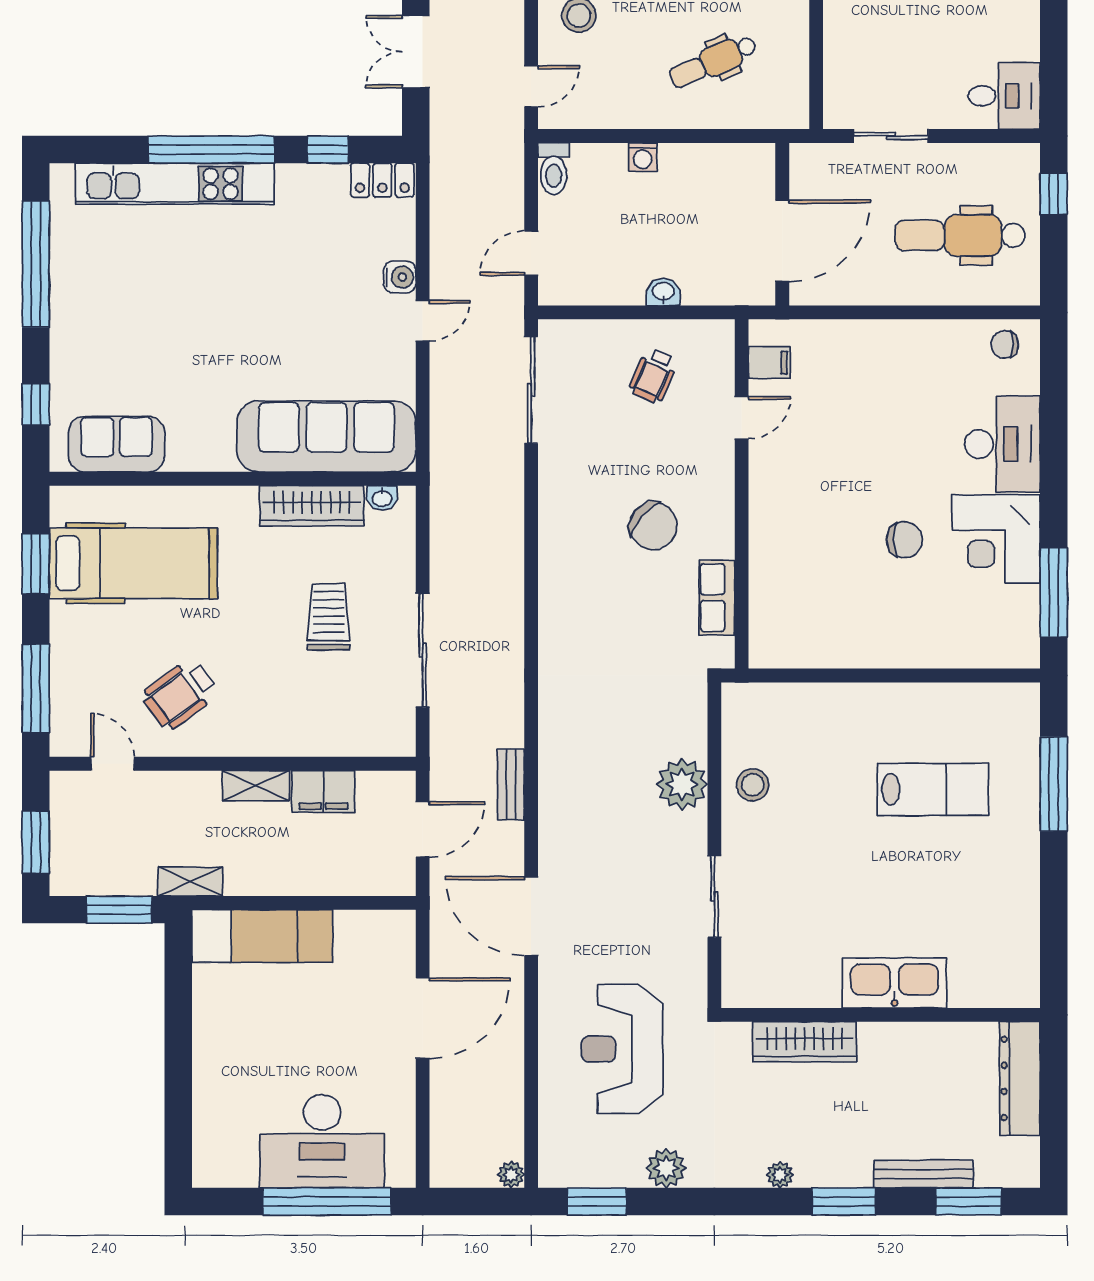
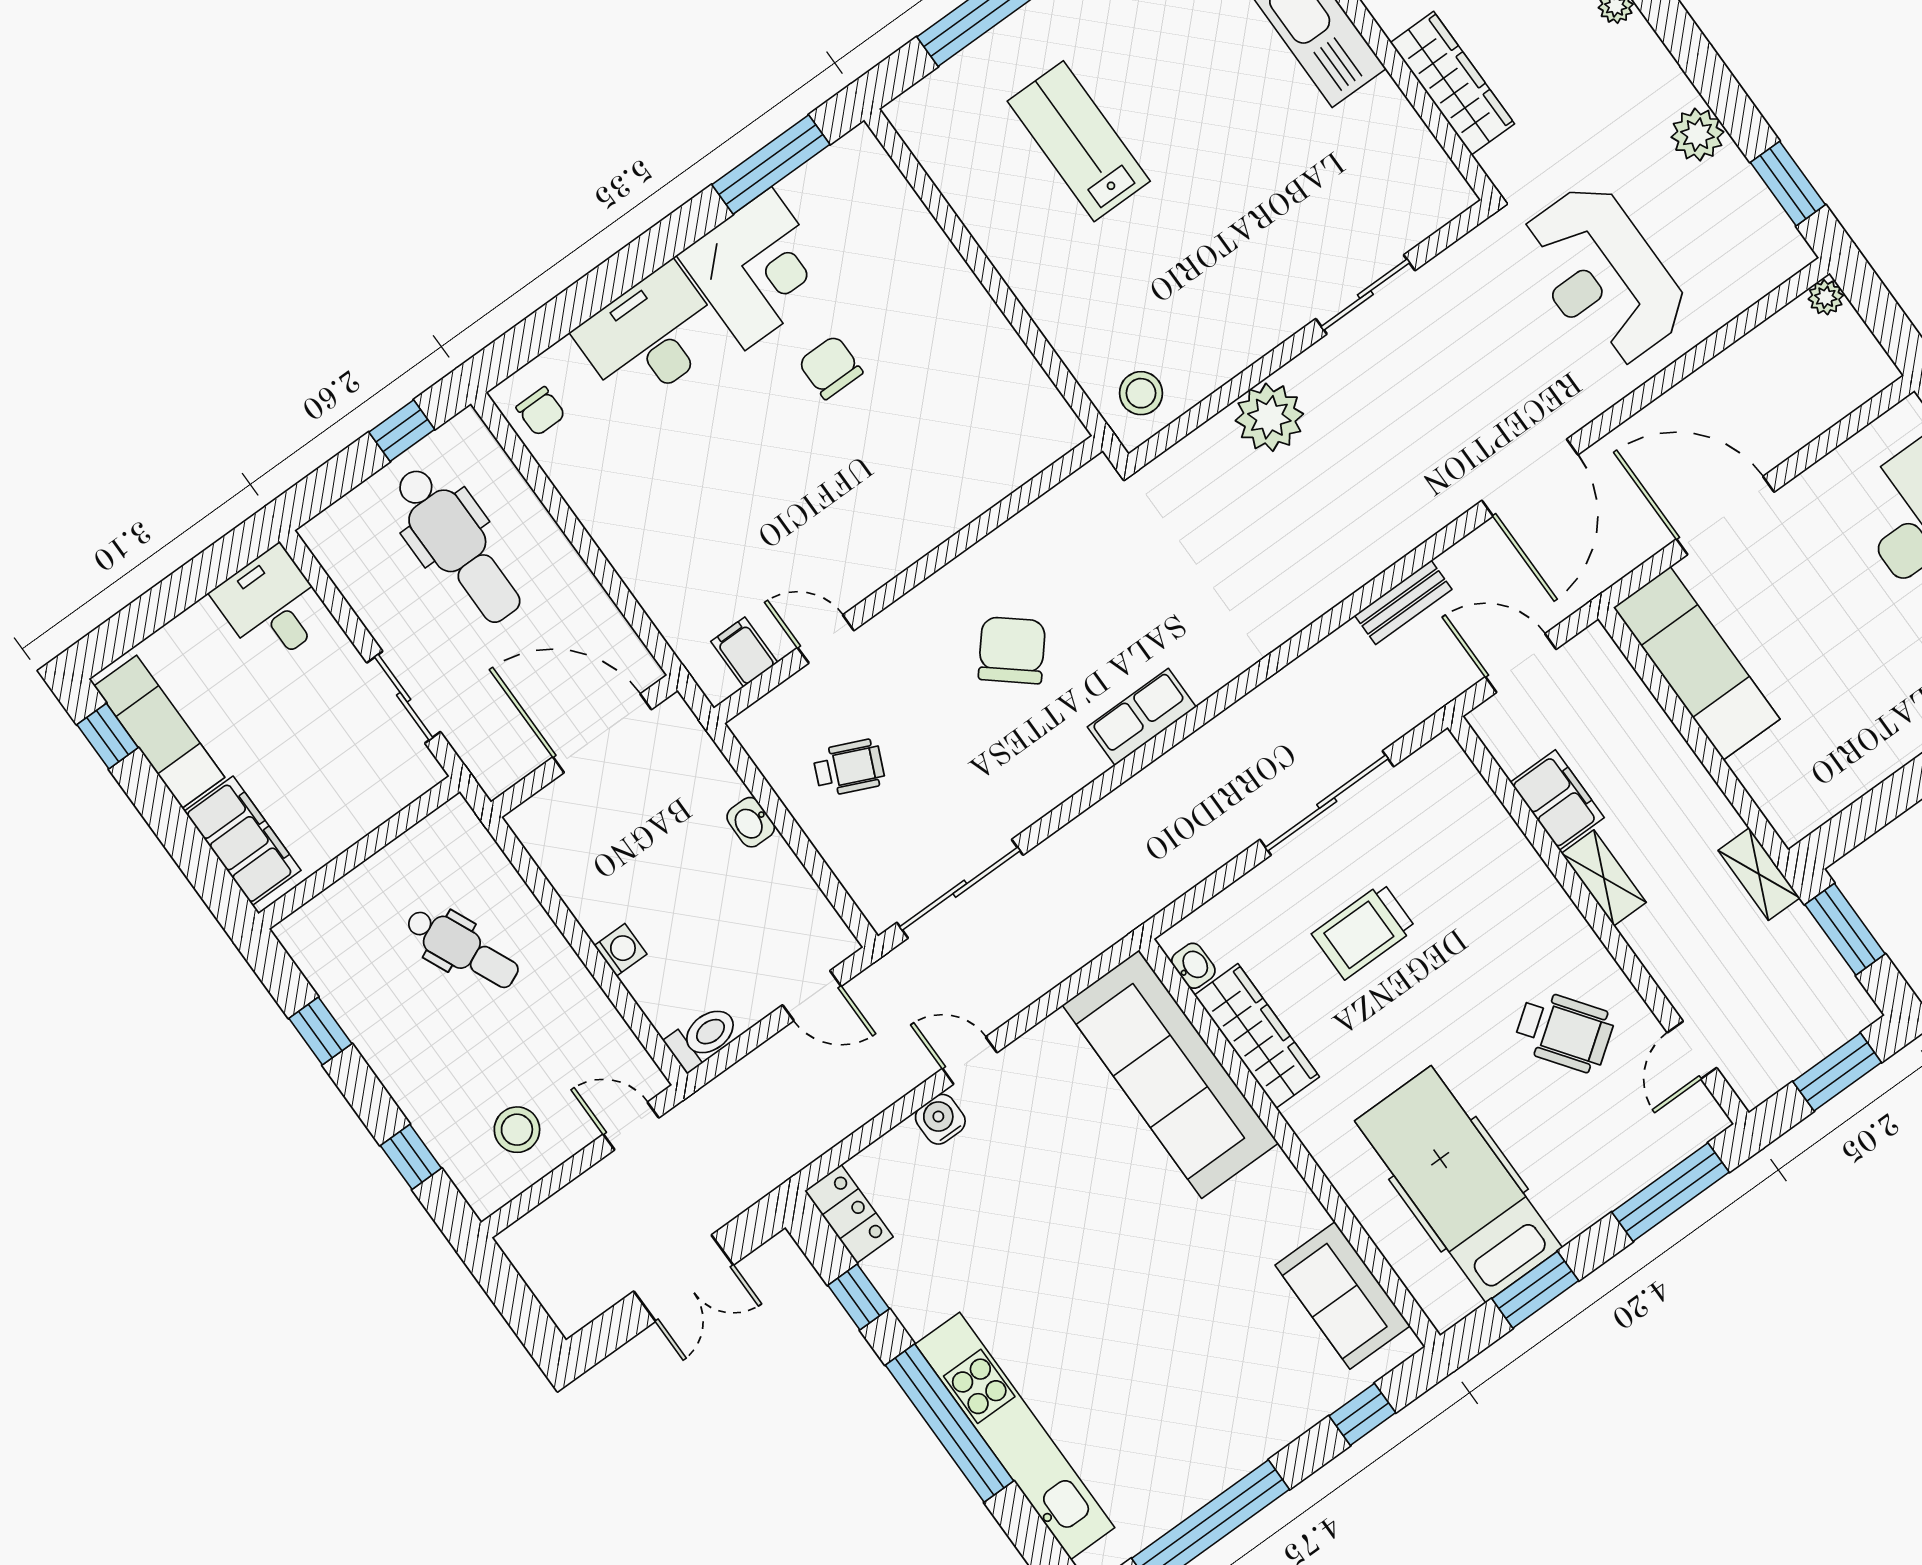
window: (1054, 194) -> (402, 431), moved
row of seats: (717, 598) -> (1142, 717), moved, turned 180
stool: (753, 785) -> (1141, 393), moved
exam couch: (262, 936) -> (1697, 663), moved
reception desk: (622, 1049) -> (1603, 275), turned 90

